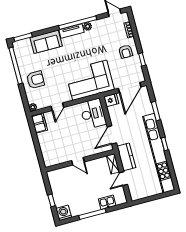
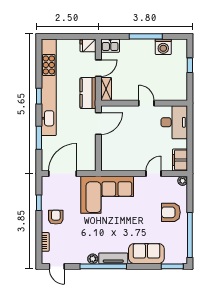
fridge: (111, 100) -> (88, 45), moved
desk: (93, 114) -> (174, 122), moved, turned 180
kitchen sink: (107, 202) -> (110, 46), moved
washing machine: (64, 213) -> (163, 47), moved

